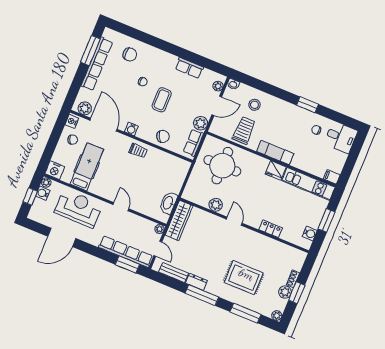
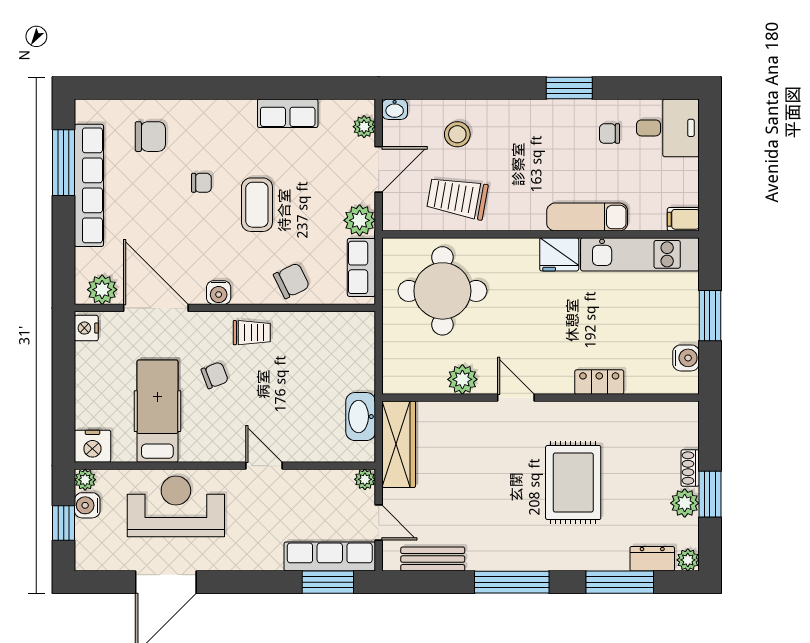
trolley: (244, 130) -> (457, 198), turned -80
chair: (73, 140) -> (215, 375), moved
exam couch: (275, 152) -> (587, 217), moved
row of seats: (126, 252) -> (330, 556), width x0.73
rug: (244, 278) -> (573, 483), moved, turned 90
dresser: (196, 282) -> (652, 559), moved

